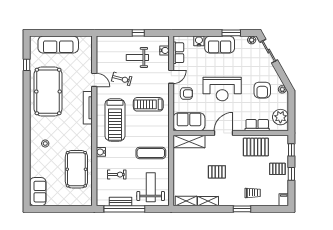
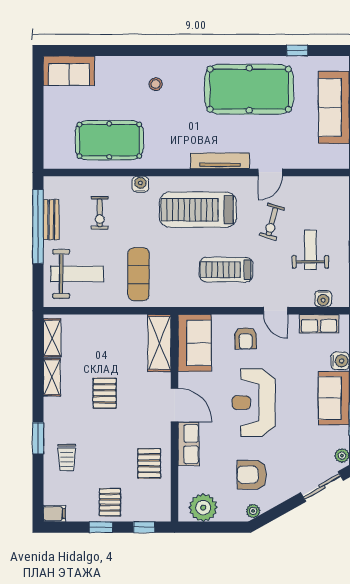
treadmill: (148, 104) -> (226, 270), turned -90
row of seats: (257, 125) -> (189, 444), moved
pallet: (256, 147) -> (149, 463), width x0.67, depth x0.71

